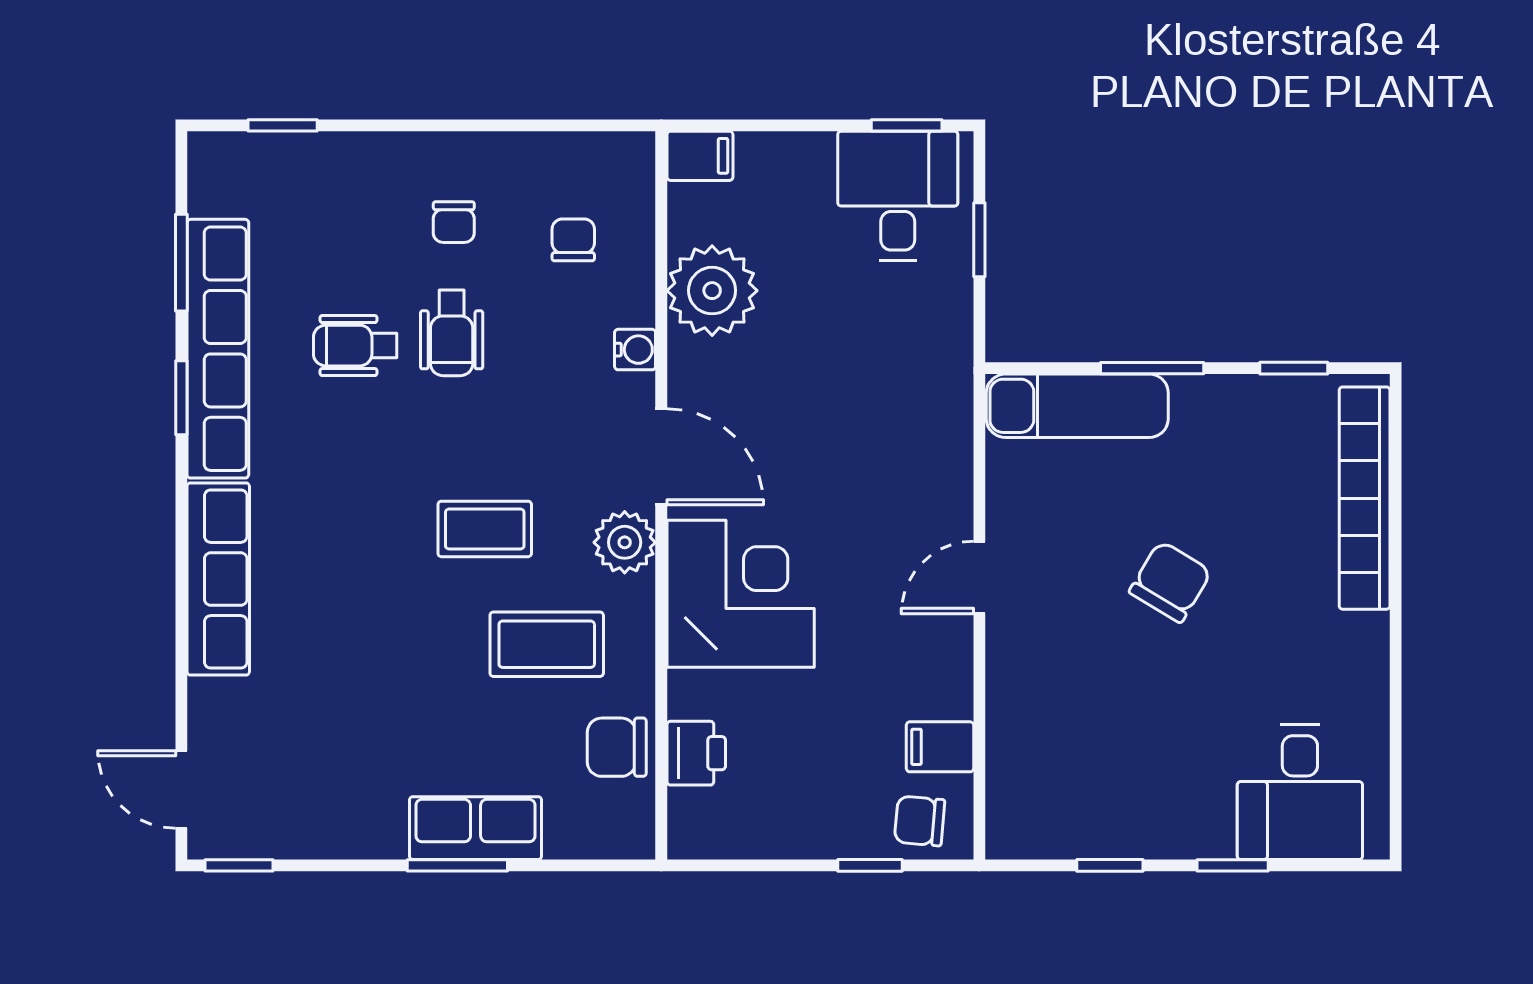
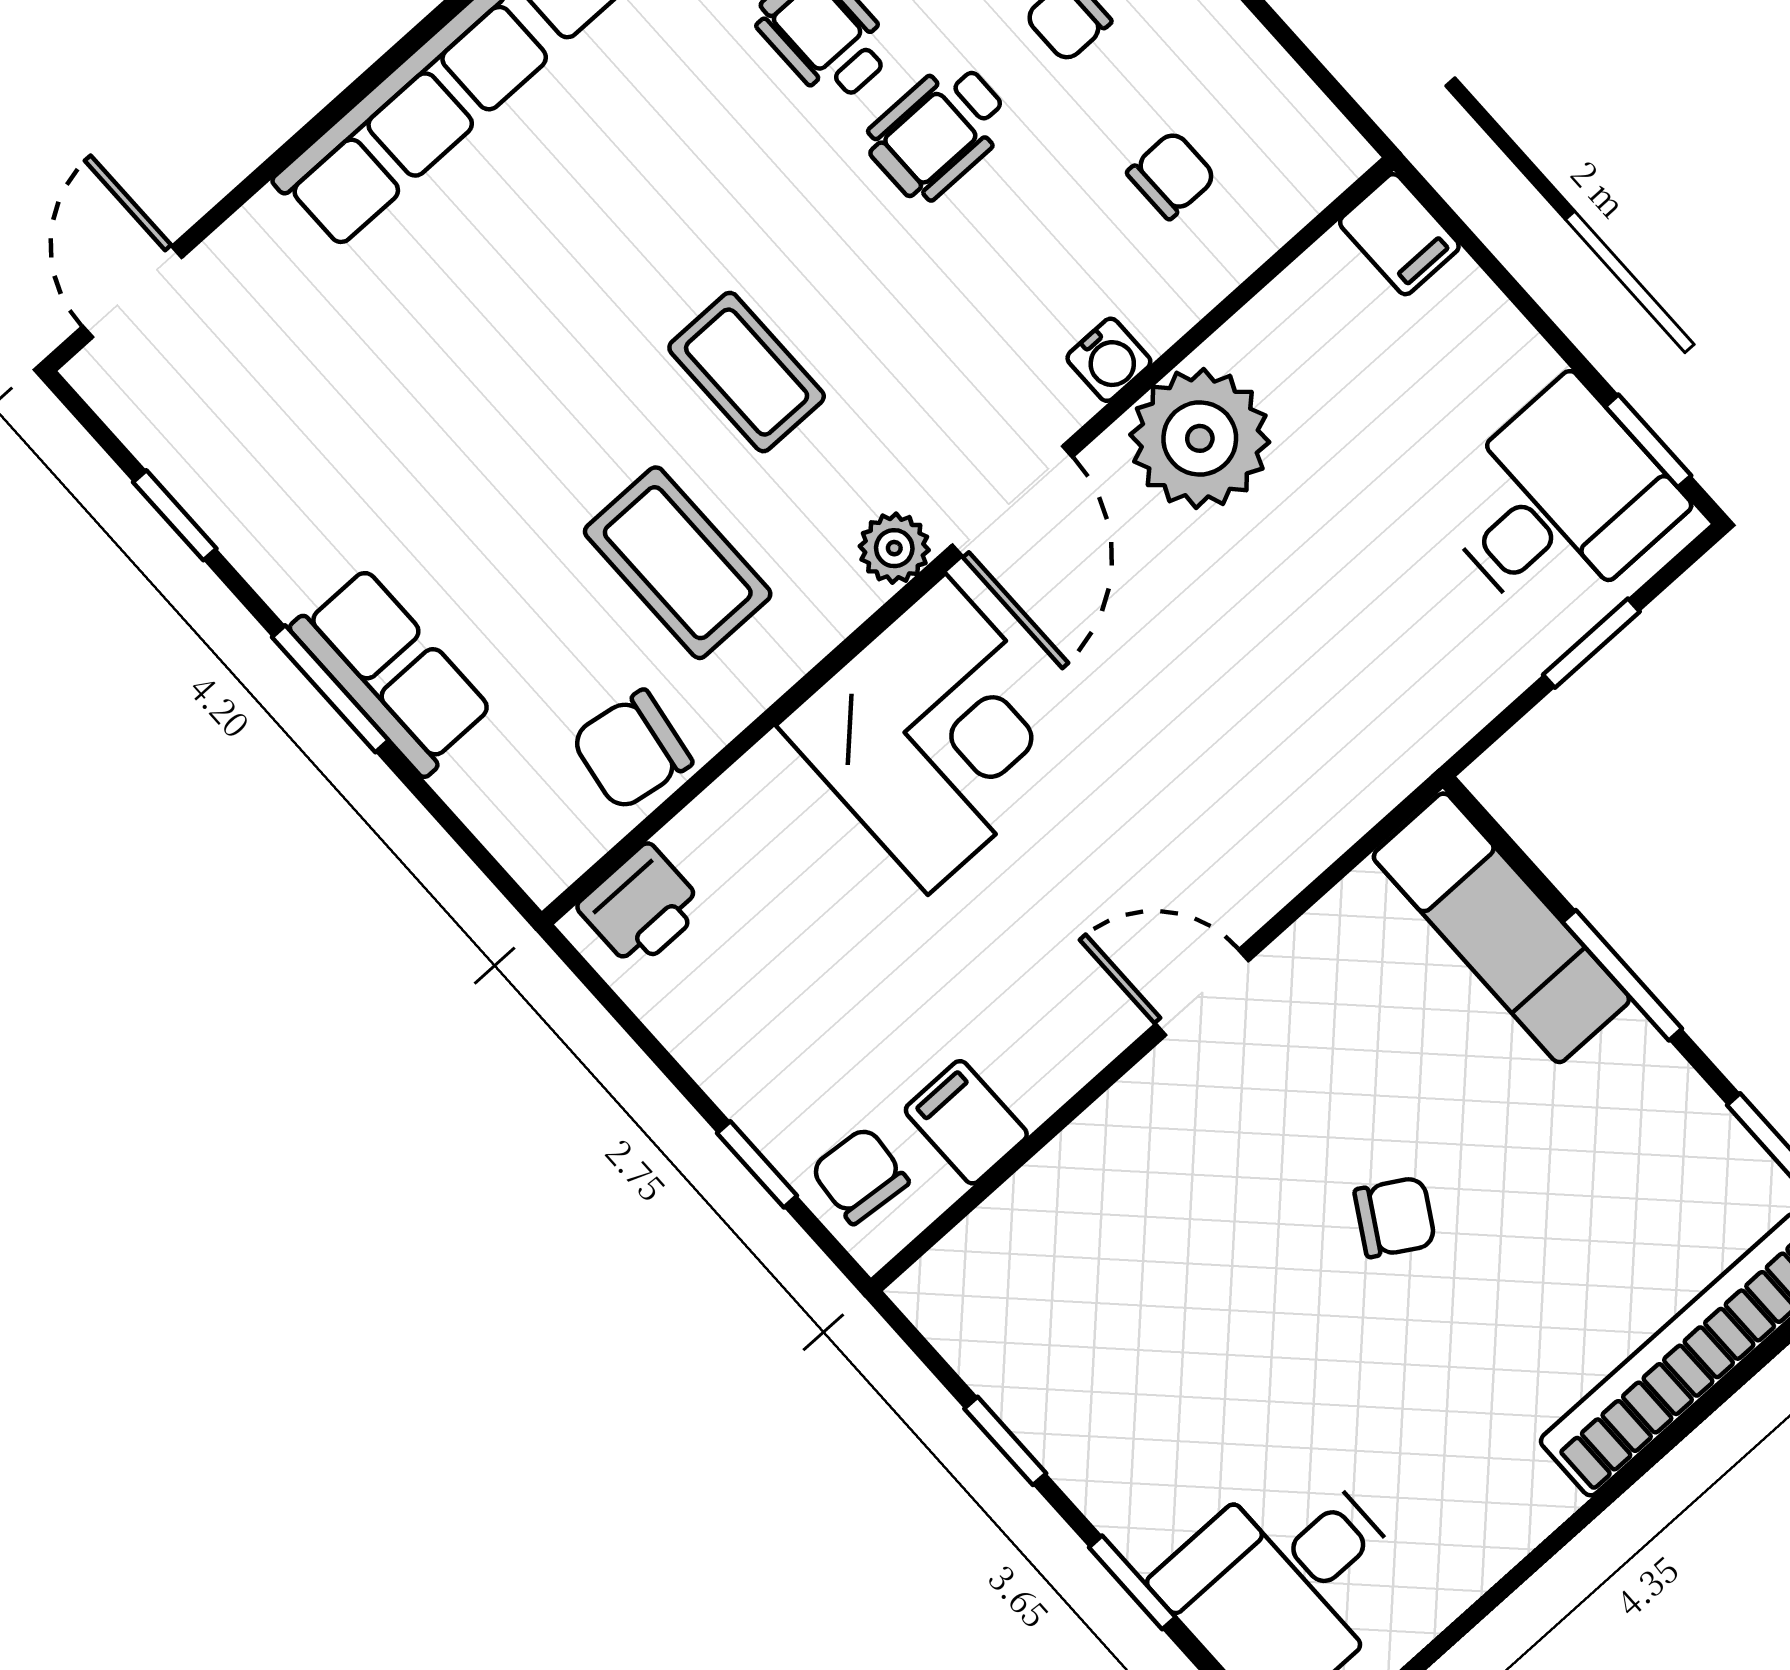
plant: (712, 291) -> (1200, 438), moved
plant: (625, 542) -> (894, 548), width x0.73, depth x0.73
chair: (1170, 582) -> (1395, 1217), width x0.73, depth x0.73
chair: (617, 747) -> (632, 750), turned -81
printer: (696, 753) -> (641, 907), moved
window: (239, 865) -> (175, 515), moved

